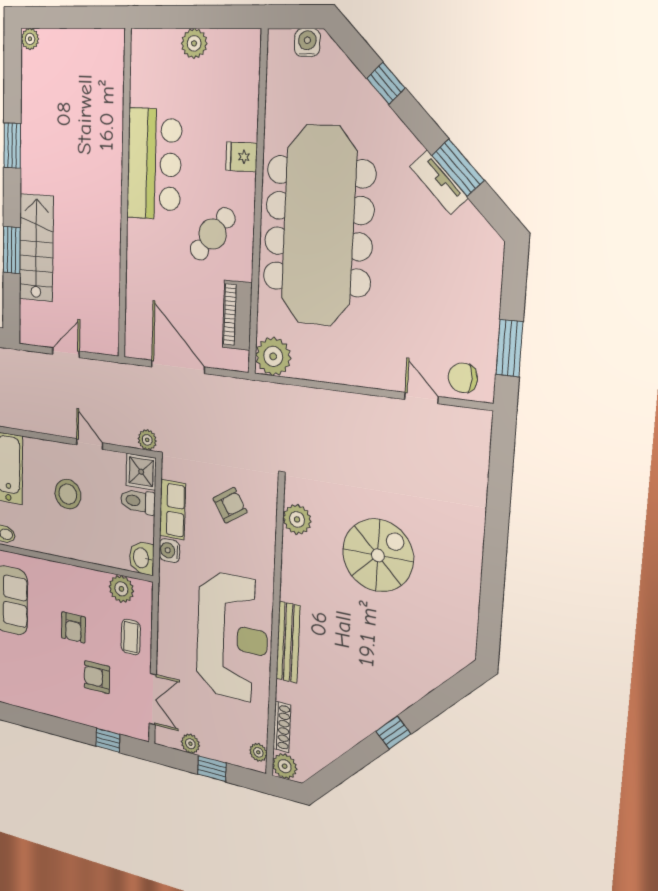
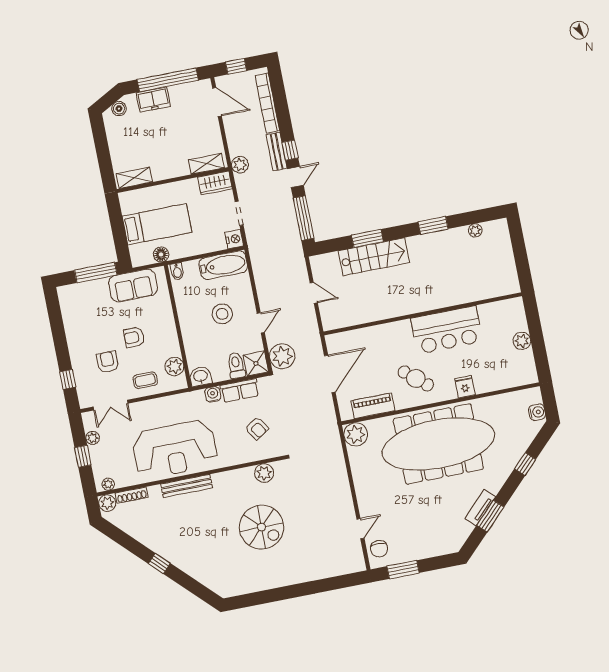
plant: (30, 39) -> (475, 230), moved
chair: (463, 378) -> (379, 549), turned 180
plant: (147, 440) -> (282, 356), width x1.87, depth x1.87

